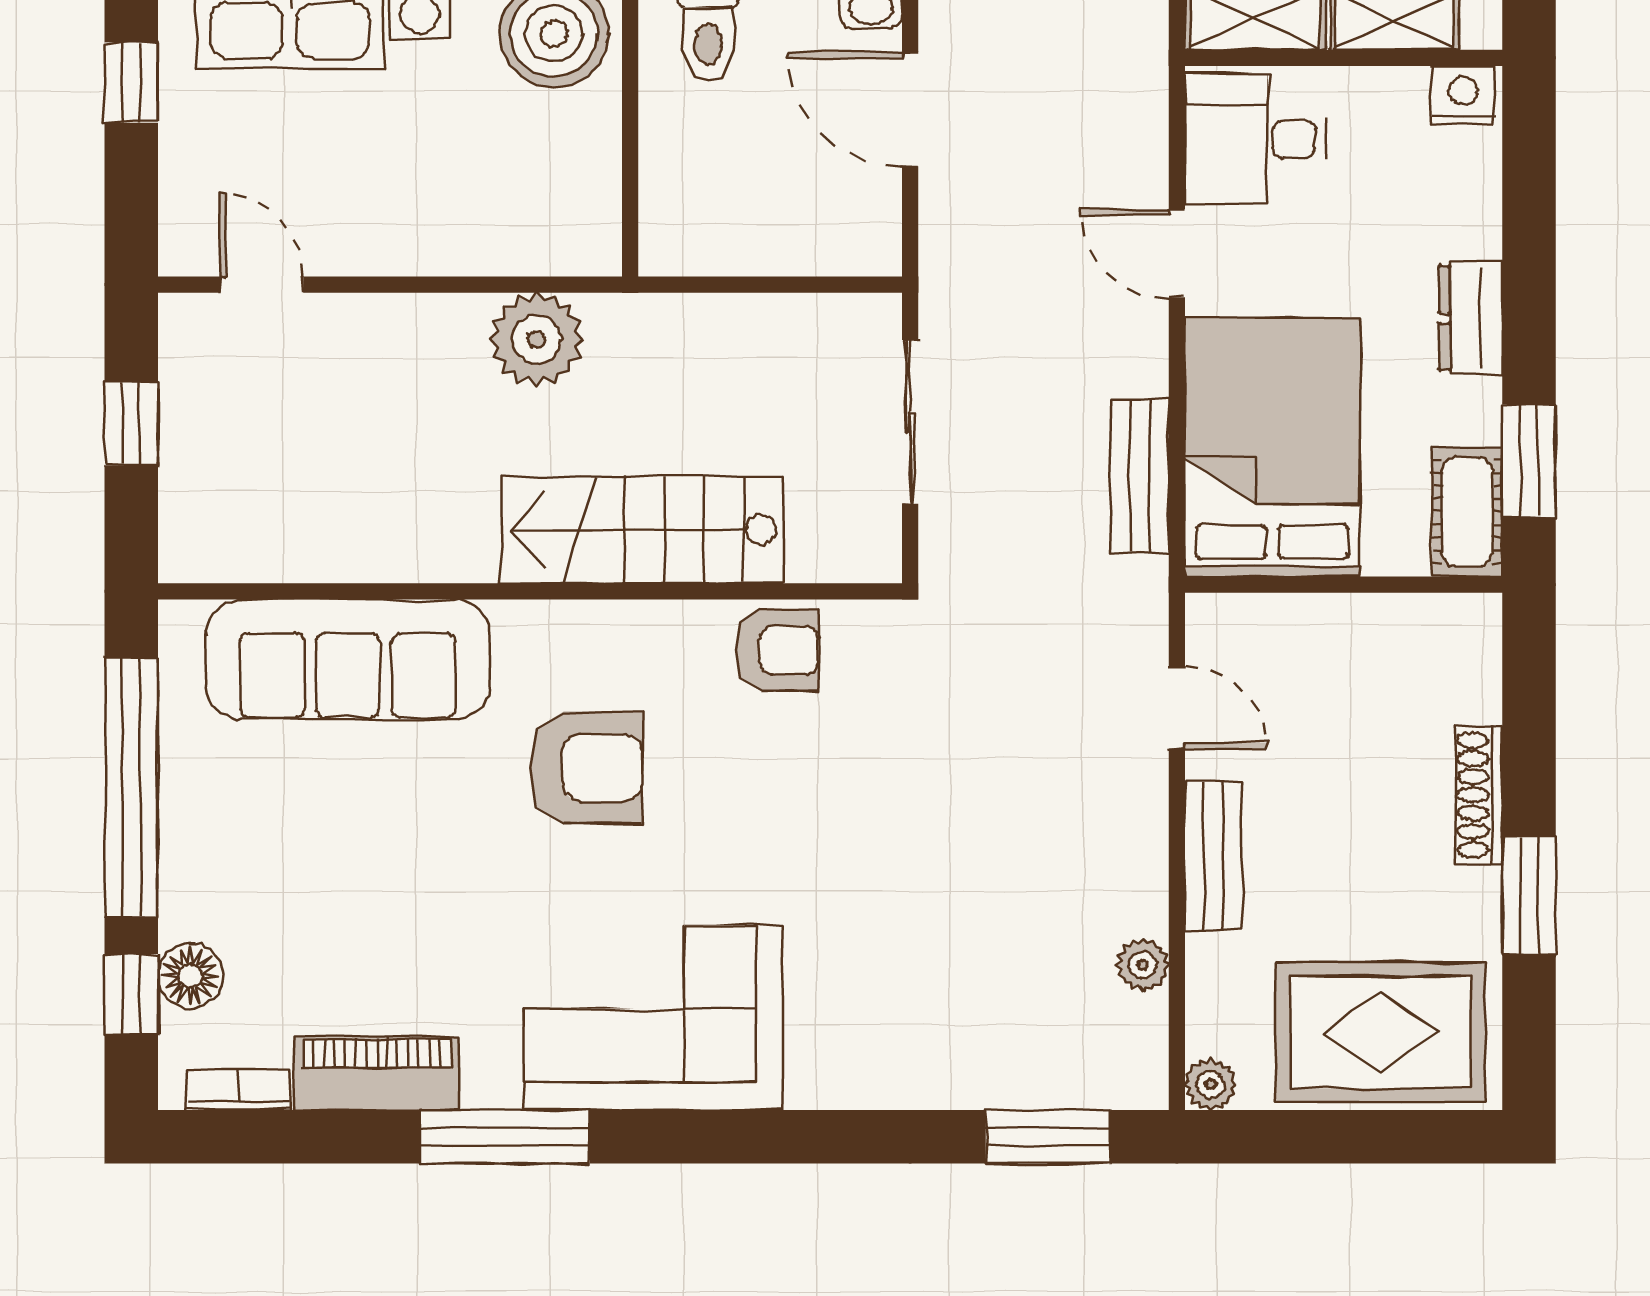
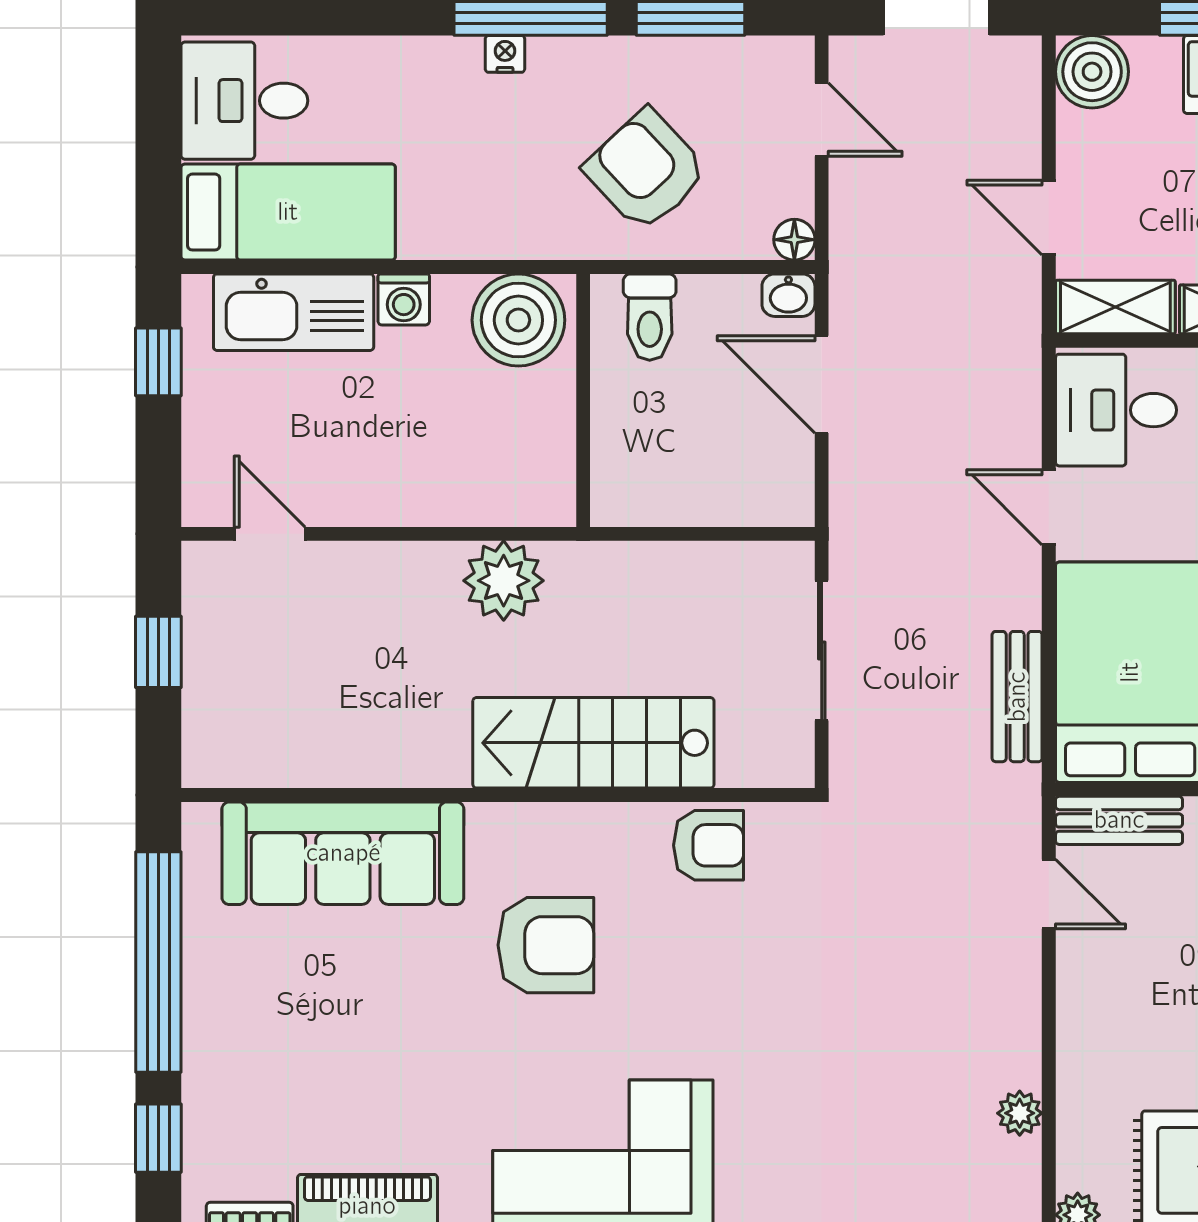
bench: (1213, 856) -> (1119, 820), moved, turned 90
floor lamp: (190, 976) -> (209, 1123), removed

